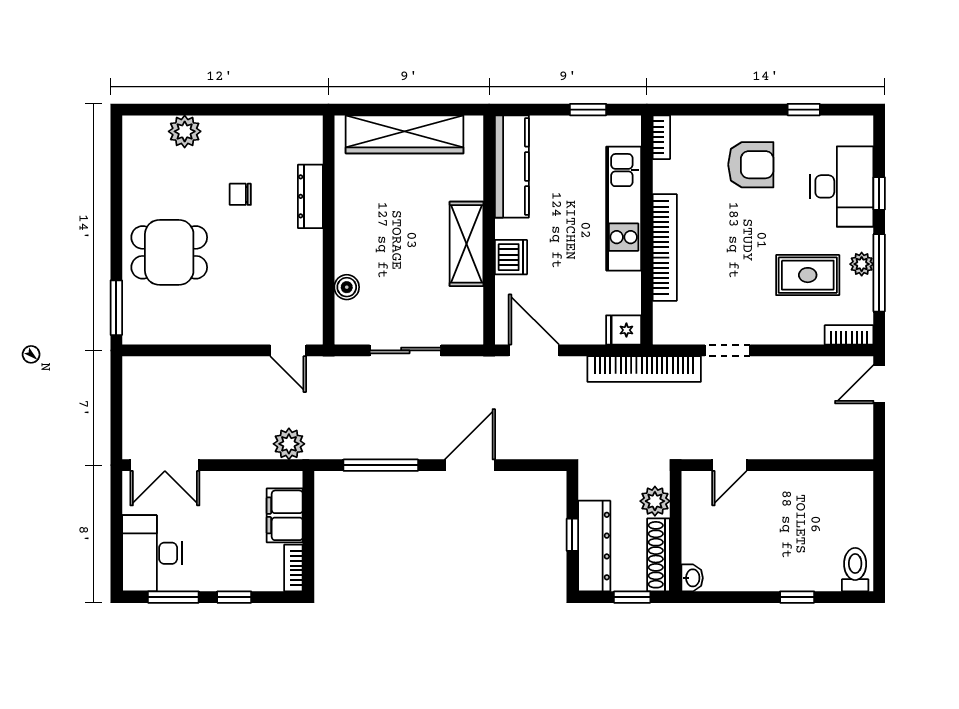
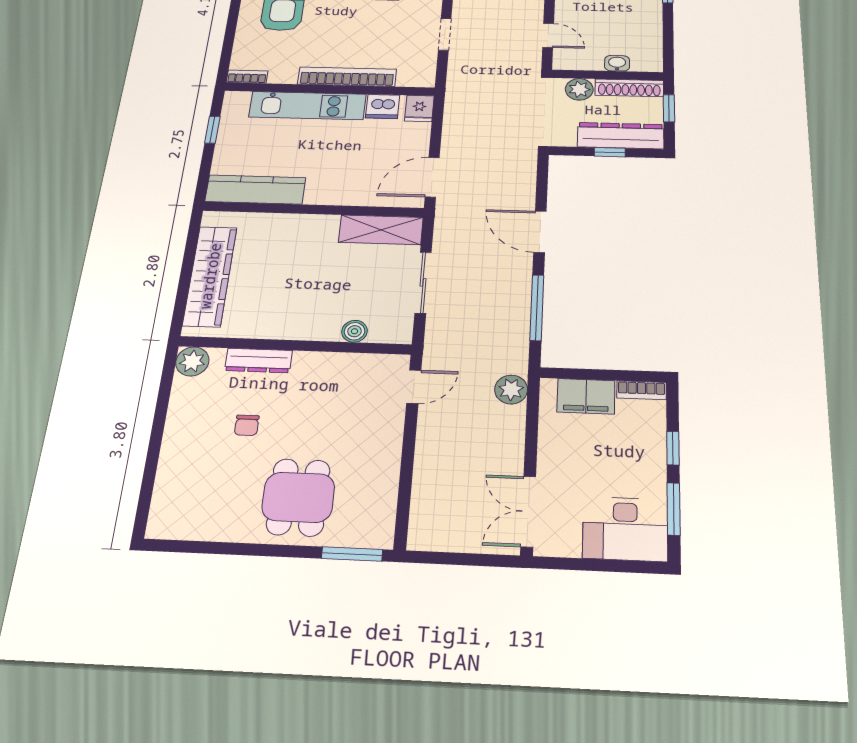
plant: (185, 131) -> (192, 361), moved
shelving: (467, 244) -> (381, 230), moved
dishwasher: (511, 257) -> (383, 106), moved, turned 180
bookcase: (644, 369) -> (457, 94), removed
double door: (165, 465) -> (528, 511), swing flipped
washbasin: (692, 578) -> (617, 63), moved

